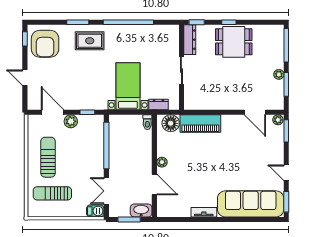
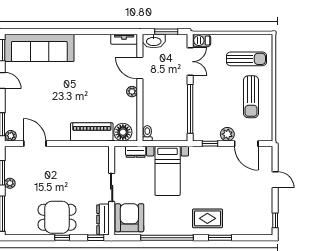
armchair: (45, 44) -> (129, 218), moved
tv unit: (204, 212) -> (124, 39), moved

